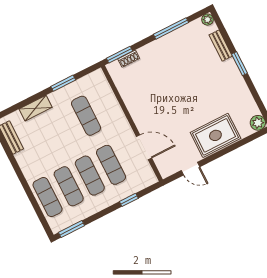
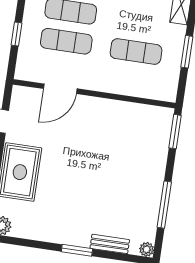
shoe rack: (129, 59) -> (164, 138), removed

